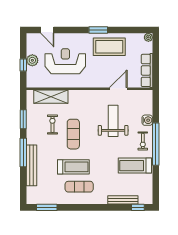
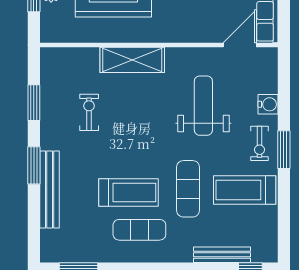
door: (118, 89) -> (240, 45), moved
shelving: (51, 97) -> (132, 60), moved
exercise mat: (73, 134) -> (188, 189), moved
window: (156, 144) -> (284, 150), width x0.47
window: (23, 153) -> (34, 165), width x0.69

